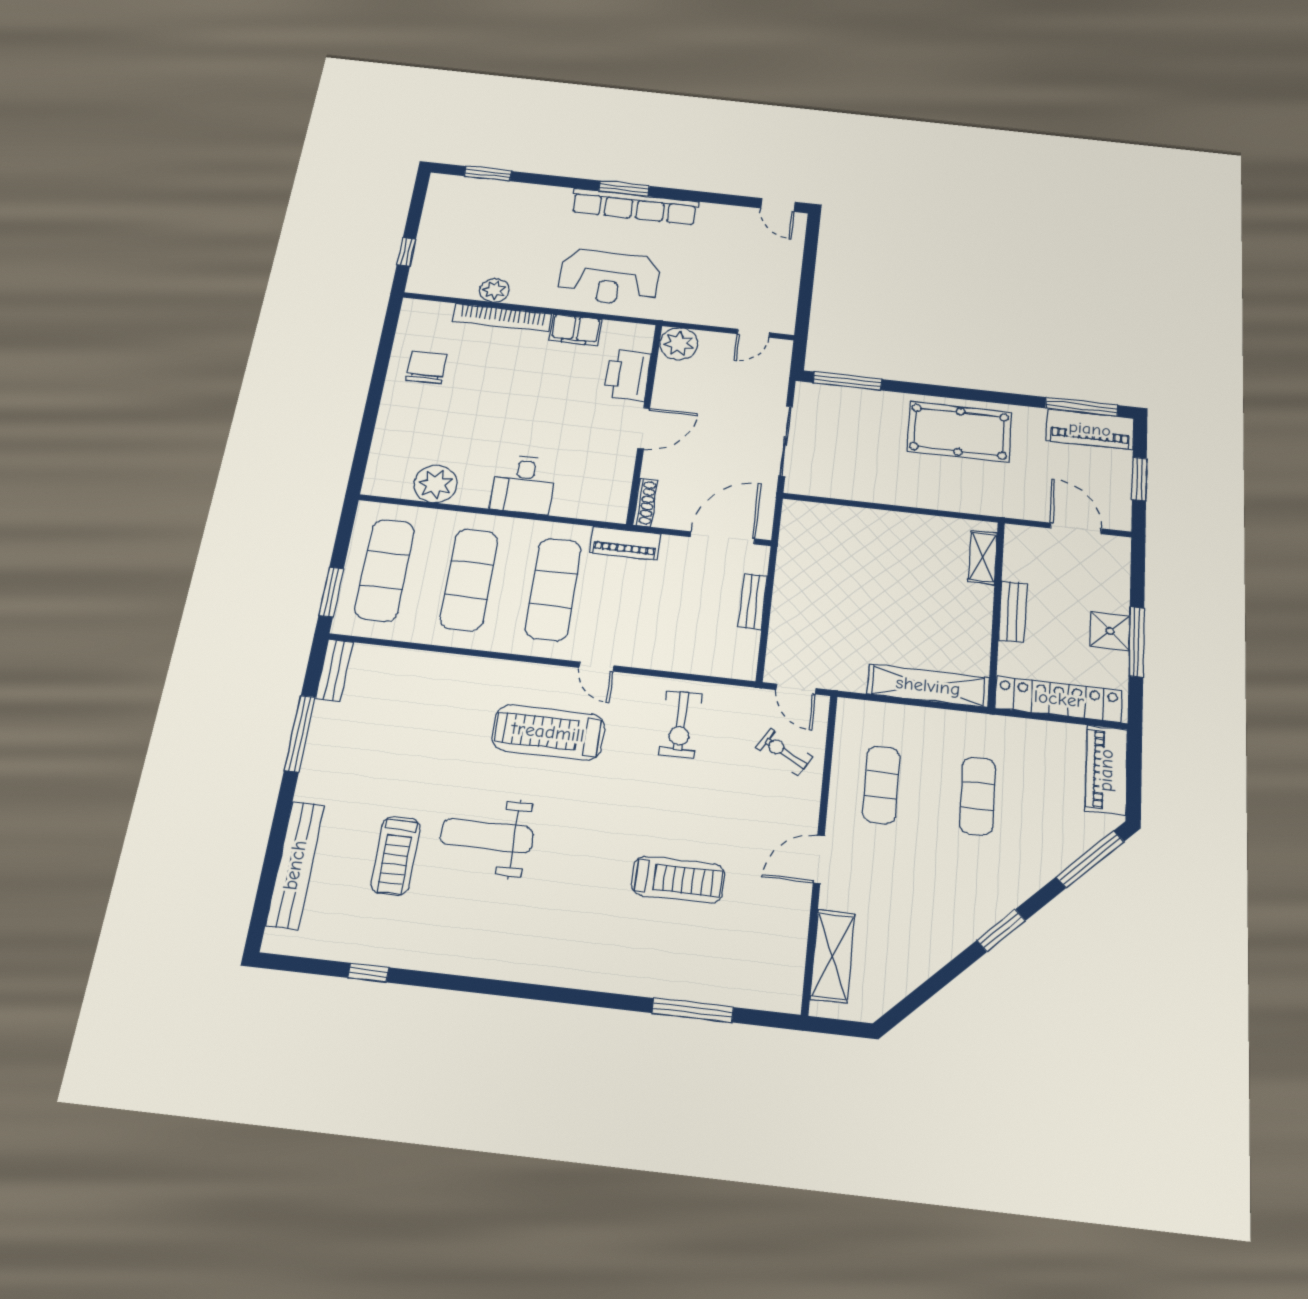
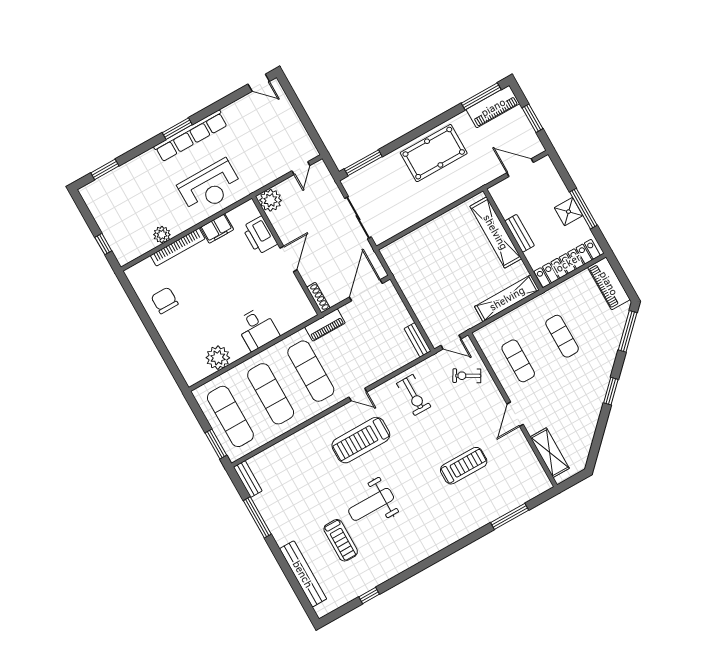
shelving: (983, 557) -> (496, 232), width x2.20, depth x1.33
bench: (753, 602) -> (417, 340), moved

